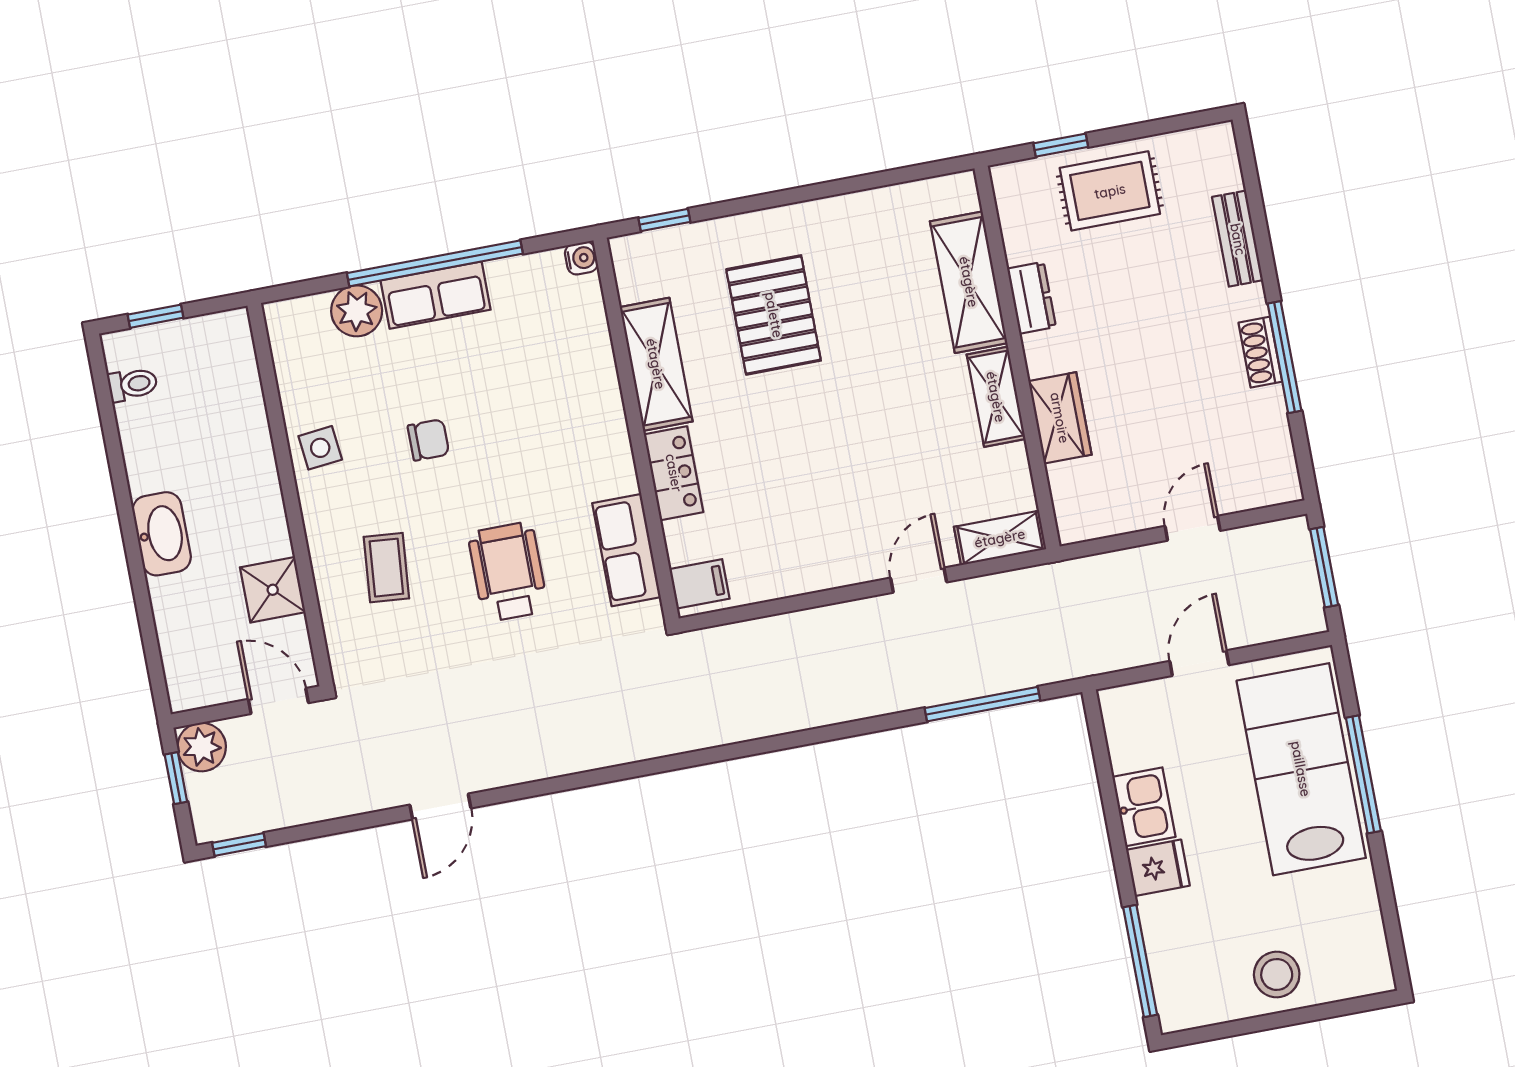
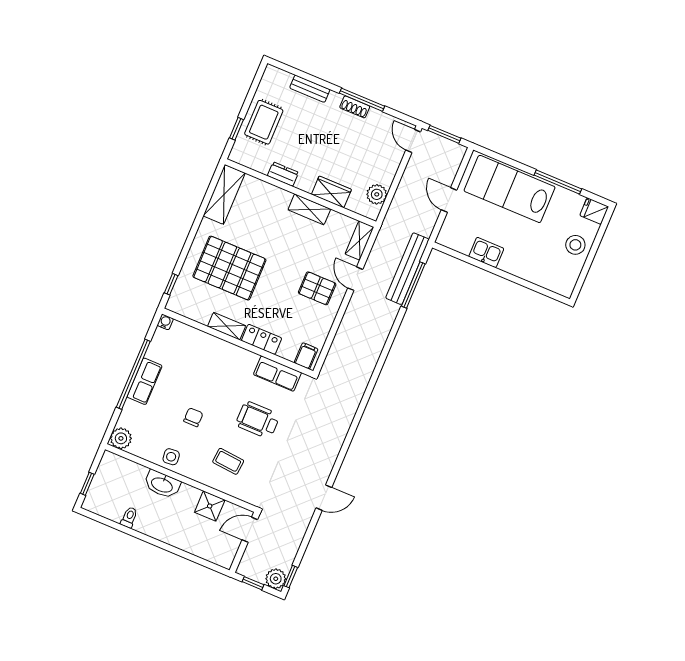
shelving: (969, 282) -> (224, 194), moved, turned 90
plant: (357, 311) -> (121, 438), moved
pallet: (774, 315) -> (229, 268), width x1.37, depth x1.41
shelving: (656, 364) -> (227, 326), width x0.67, depth x0.75
toilet: (133, 384) -> (129, 517), moved
plant: (1115, 512) -> (377, 194), added
pallet: (849, 517) -> (317, 288), added
door: (1193, 528) -> (413, 141), moved
washbasin: (162, 534) -> (162, 484), moved, turned 180
bench: (1007, 671) -> (407, 269), added
plant: (202, 747) -> (276, 579), moved
window: (1363, 774) -> (558, 182), moved
door: (440, 806) -> (324, 498), hinge flipped
fridge: (1158, 868) -> (594, 211), moved, turned -90
window: (1140, 961) -> (539, 289), removed

